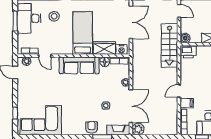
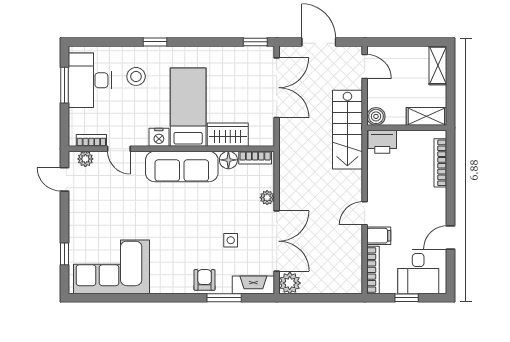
nightstand: (122, 49) -> (159, 137), moved

